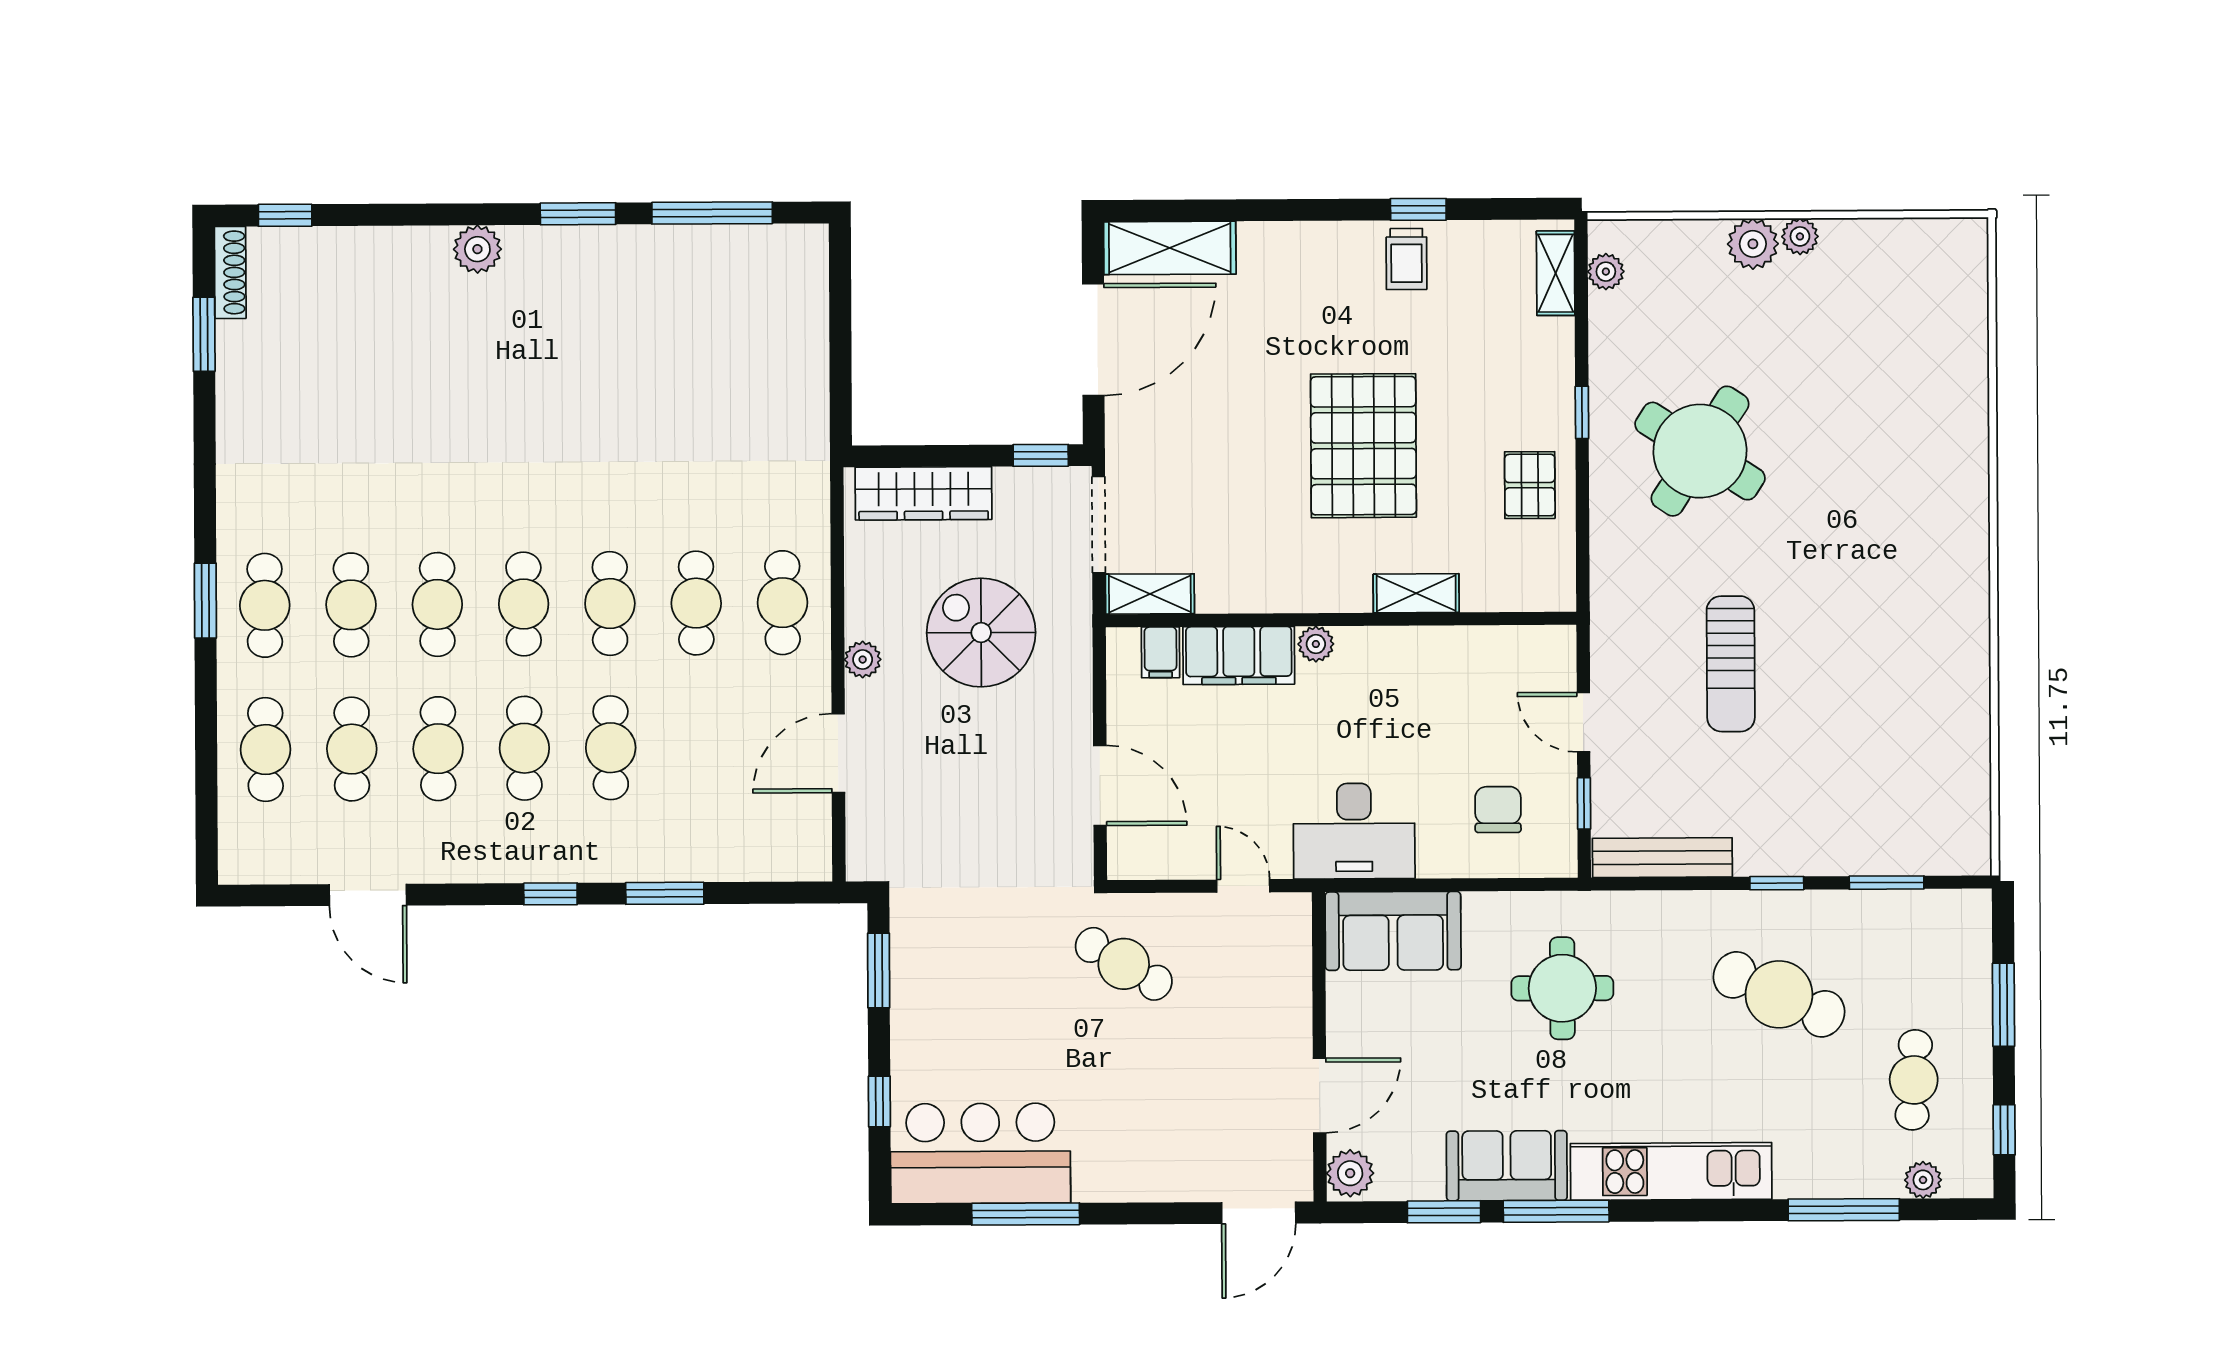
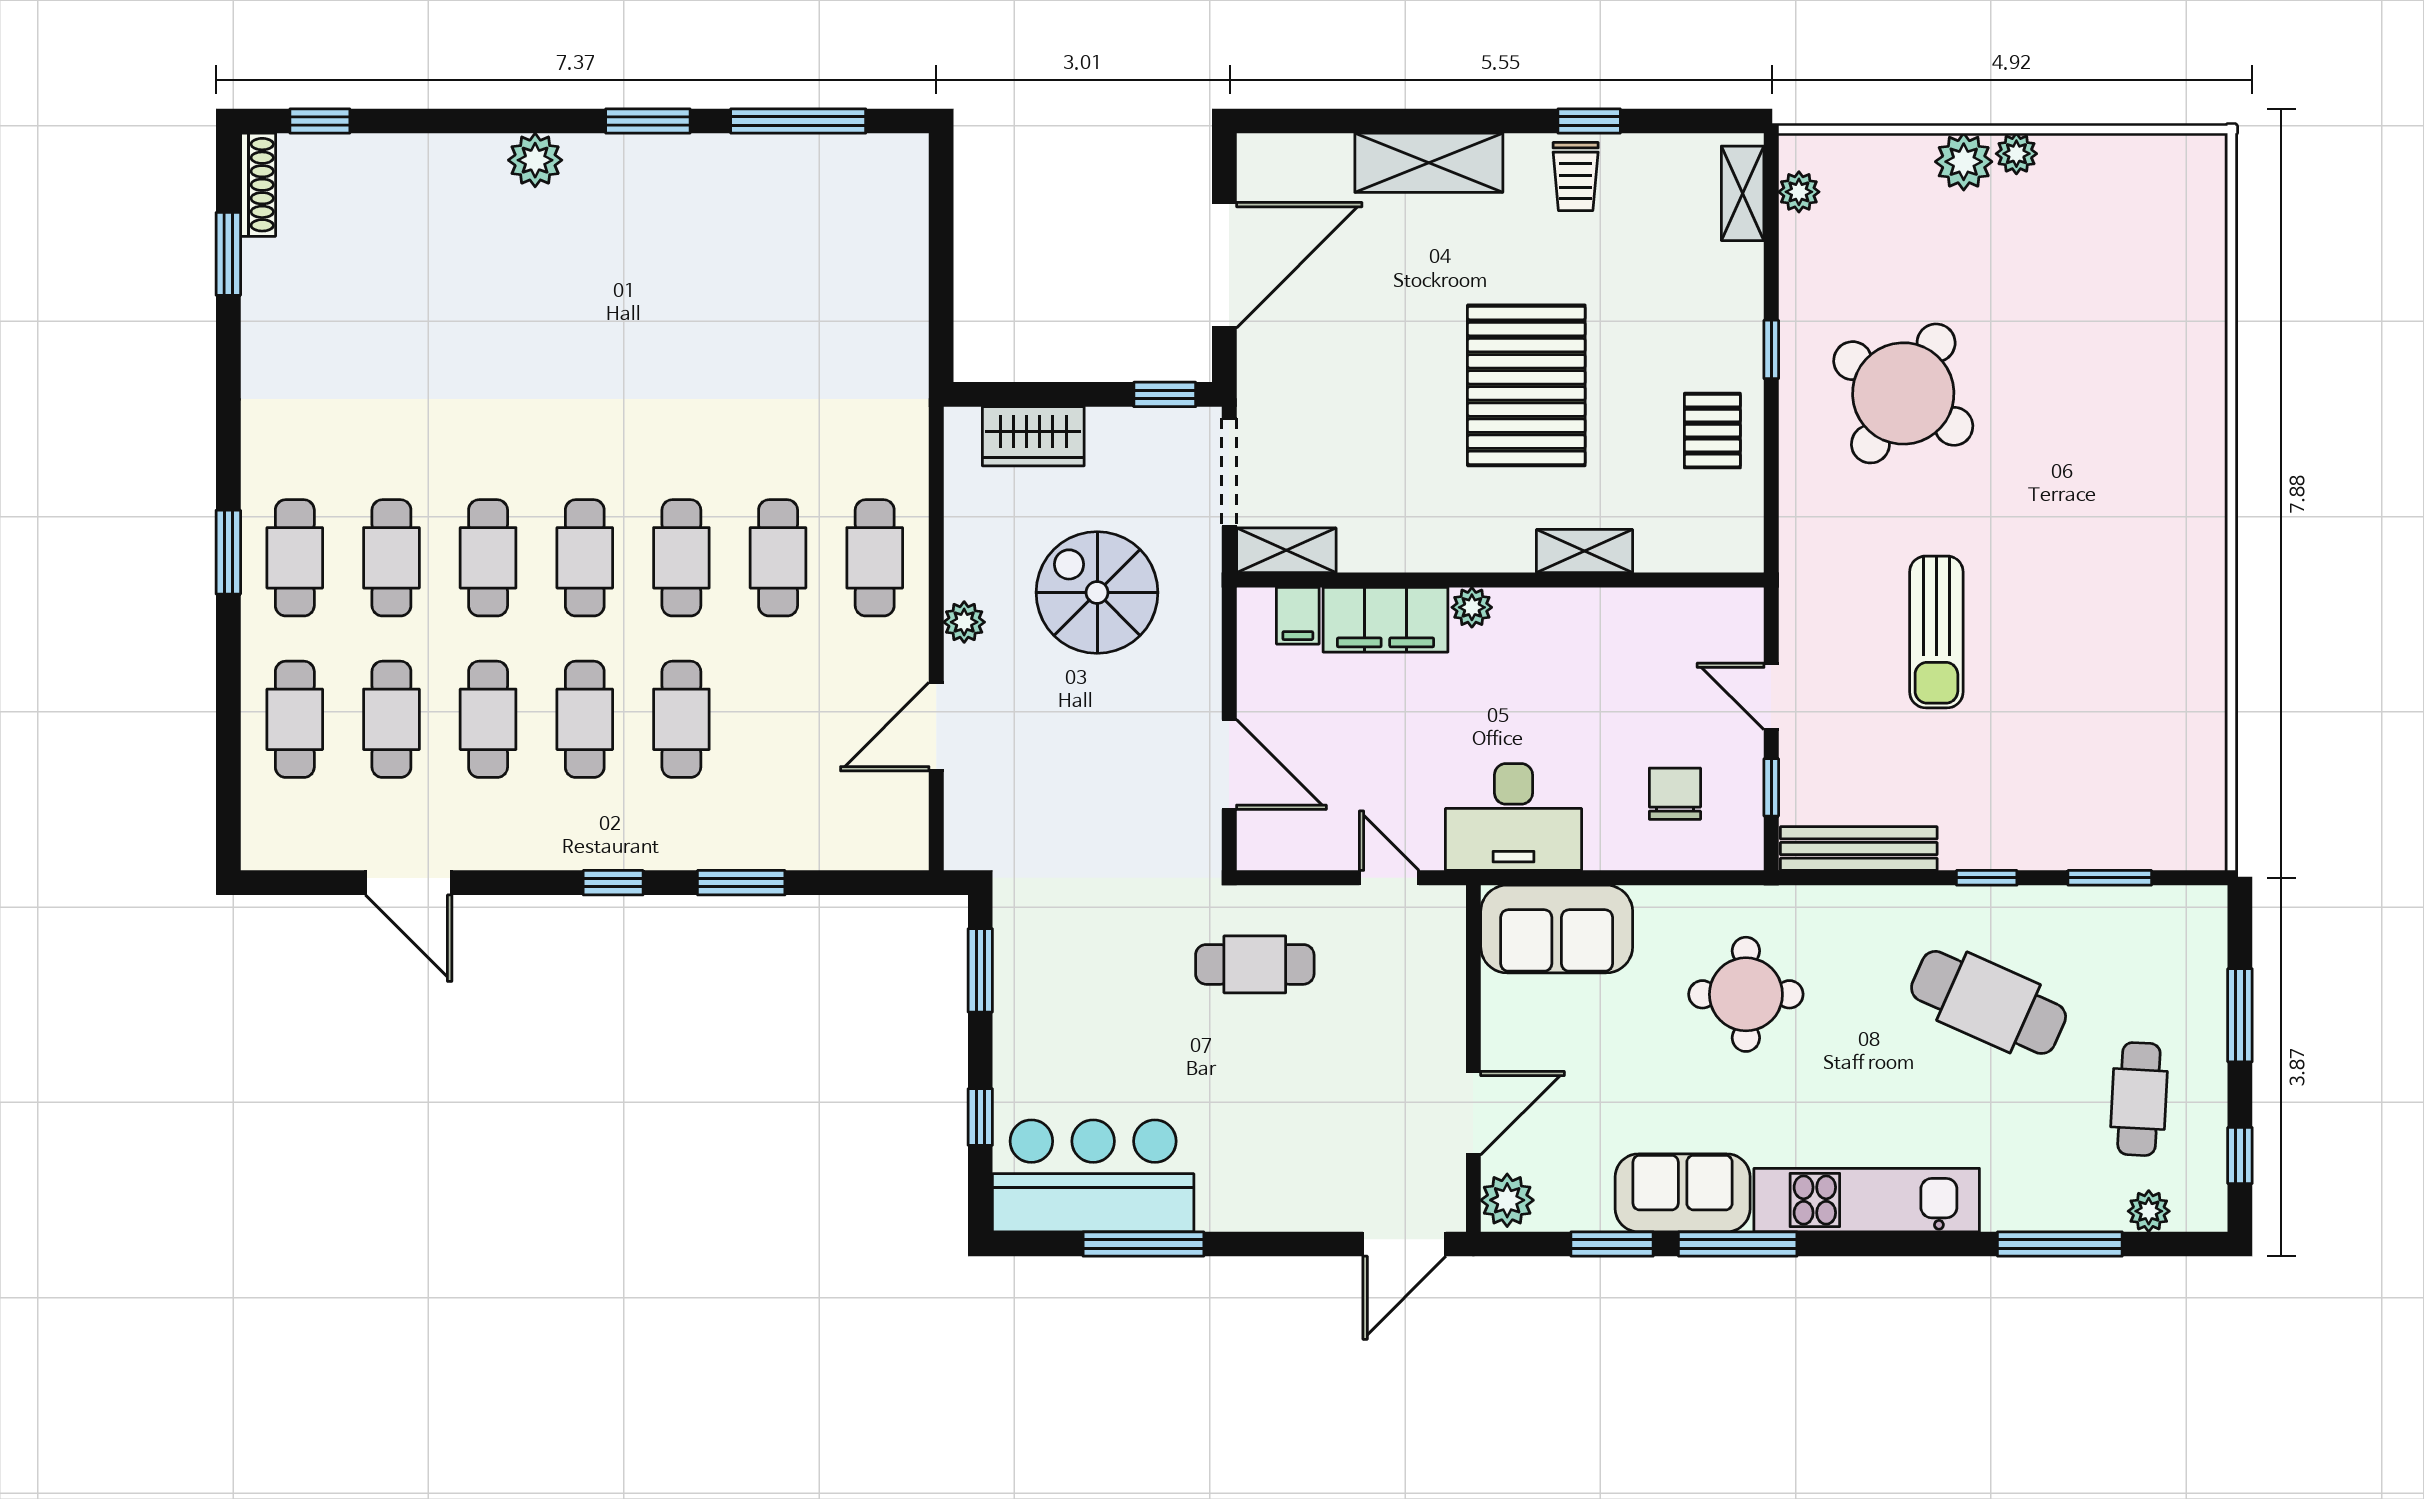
shelving: (1170, 248) -> (1429, 163), moved
wardrobe: (923, 493) -> (1033, 436), width x0.67
cafe table: (1124, 964) -> (1255, 964), turned -31

